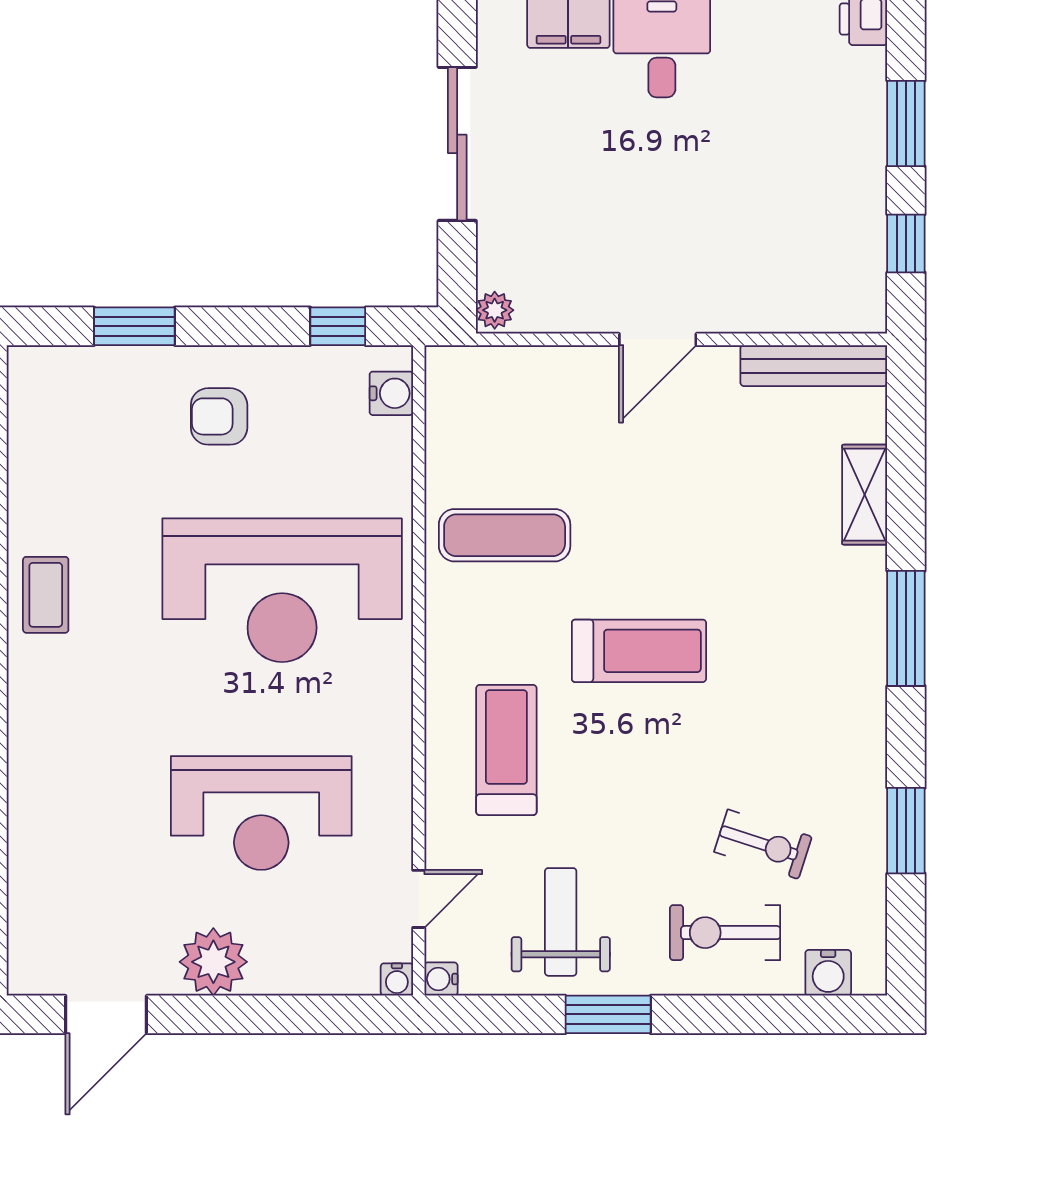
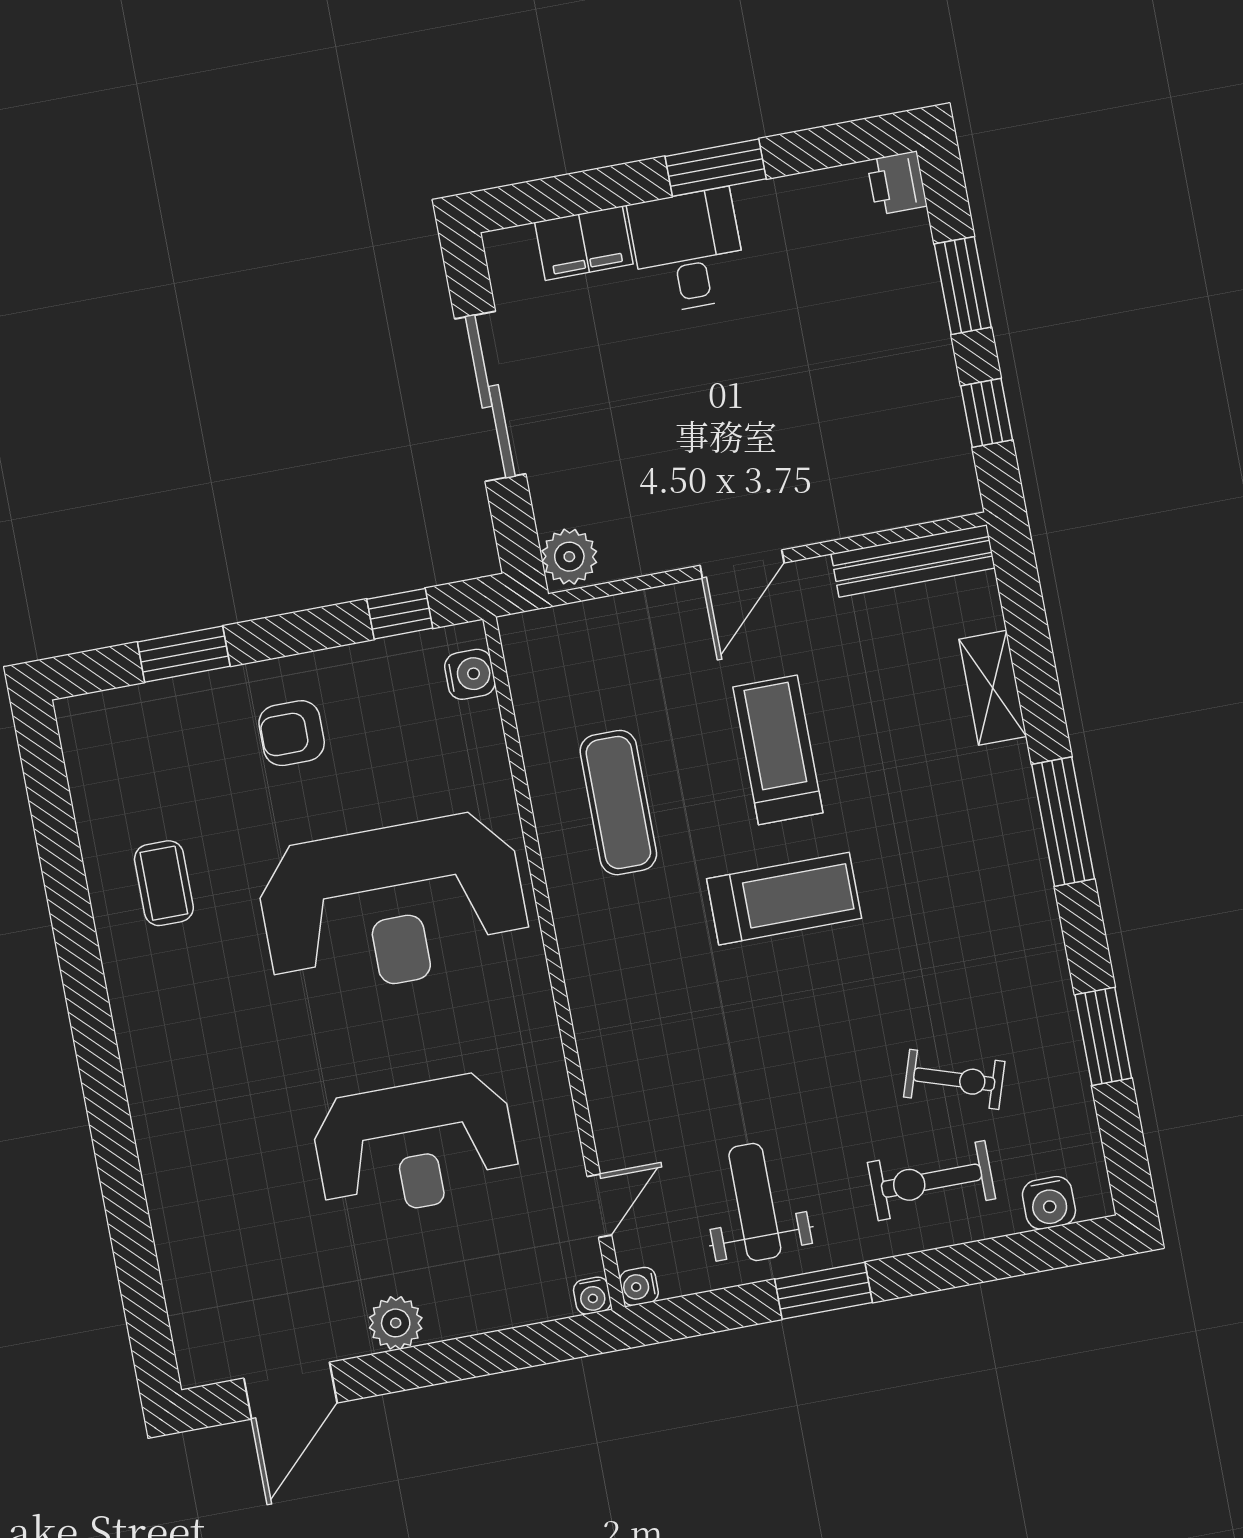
plant: (495, 310) -> (569, 557), width x1.38, depth x1.38
exercise mat: (505, 535) -> (618, 803), turned 90
coffee table: (46, 595) -> (164, 883), moved
treadmill: (506, 750) -> (778, 750), moved
plant: (213, 962) -> (396, 1323), width x0.73, depth x0.73

